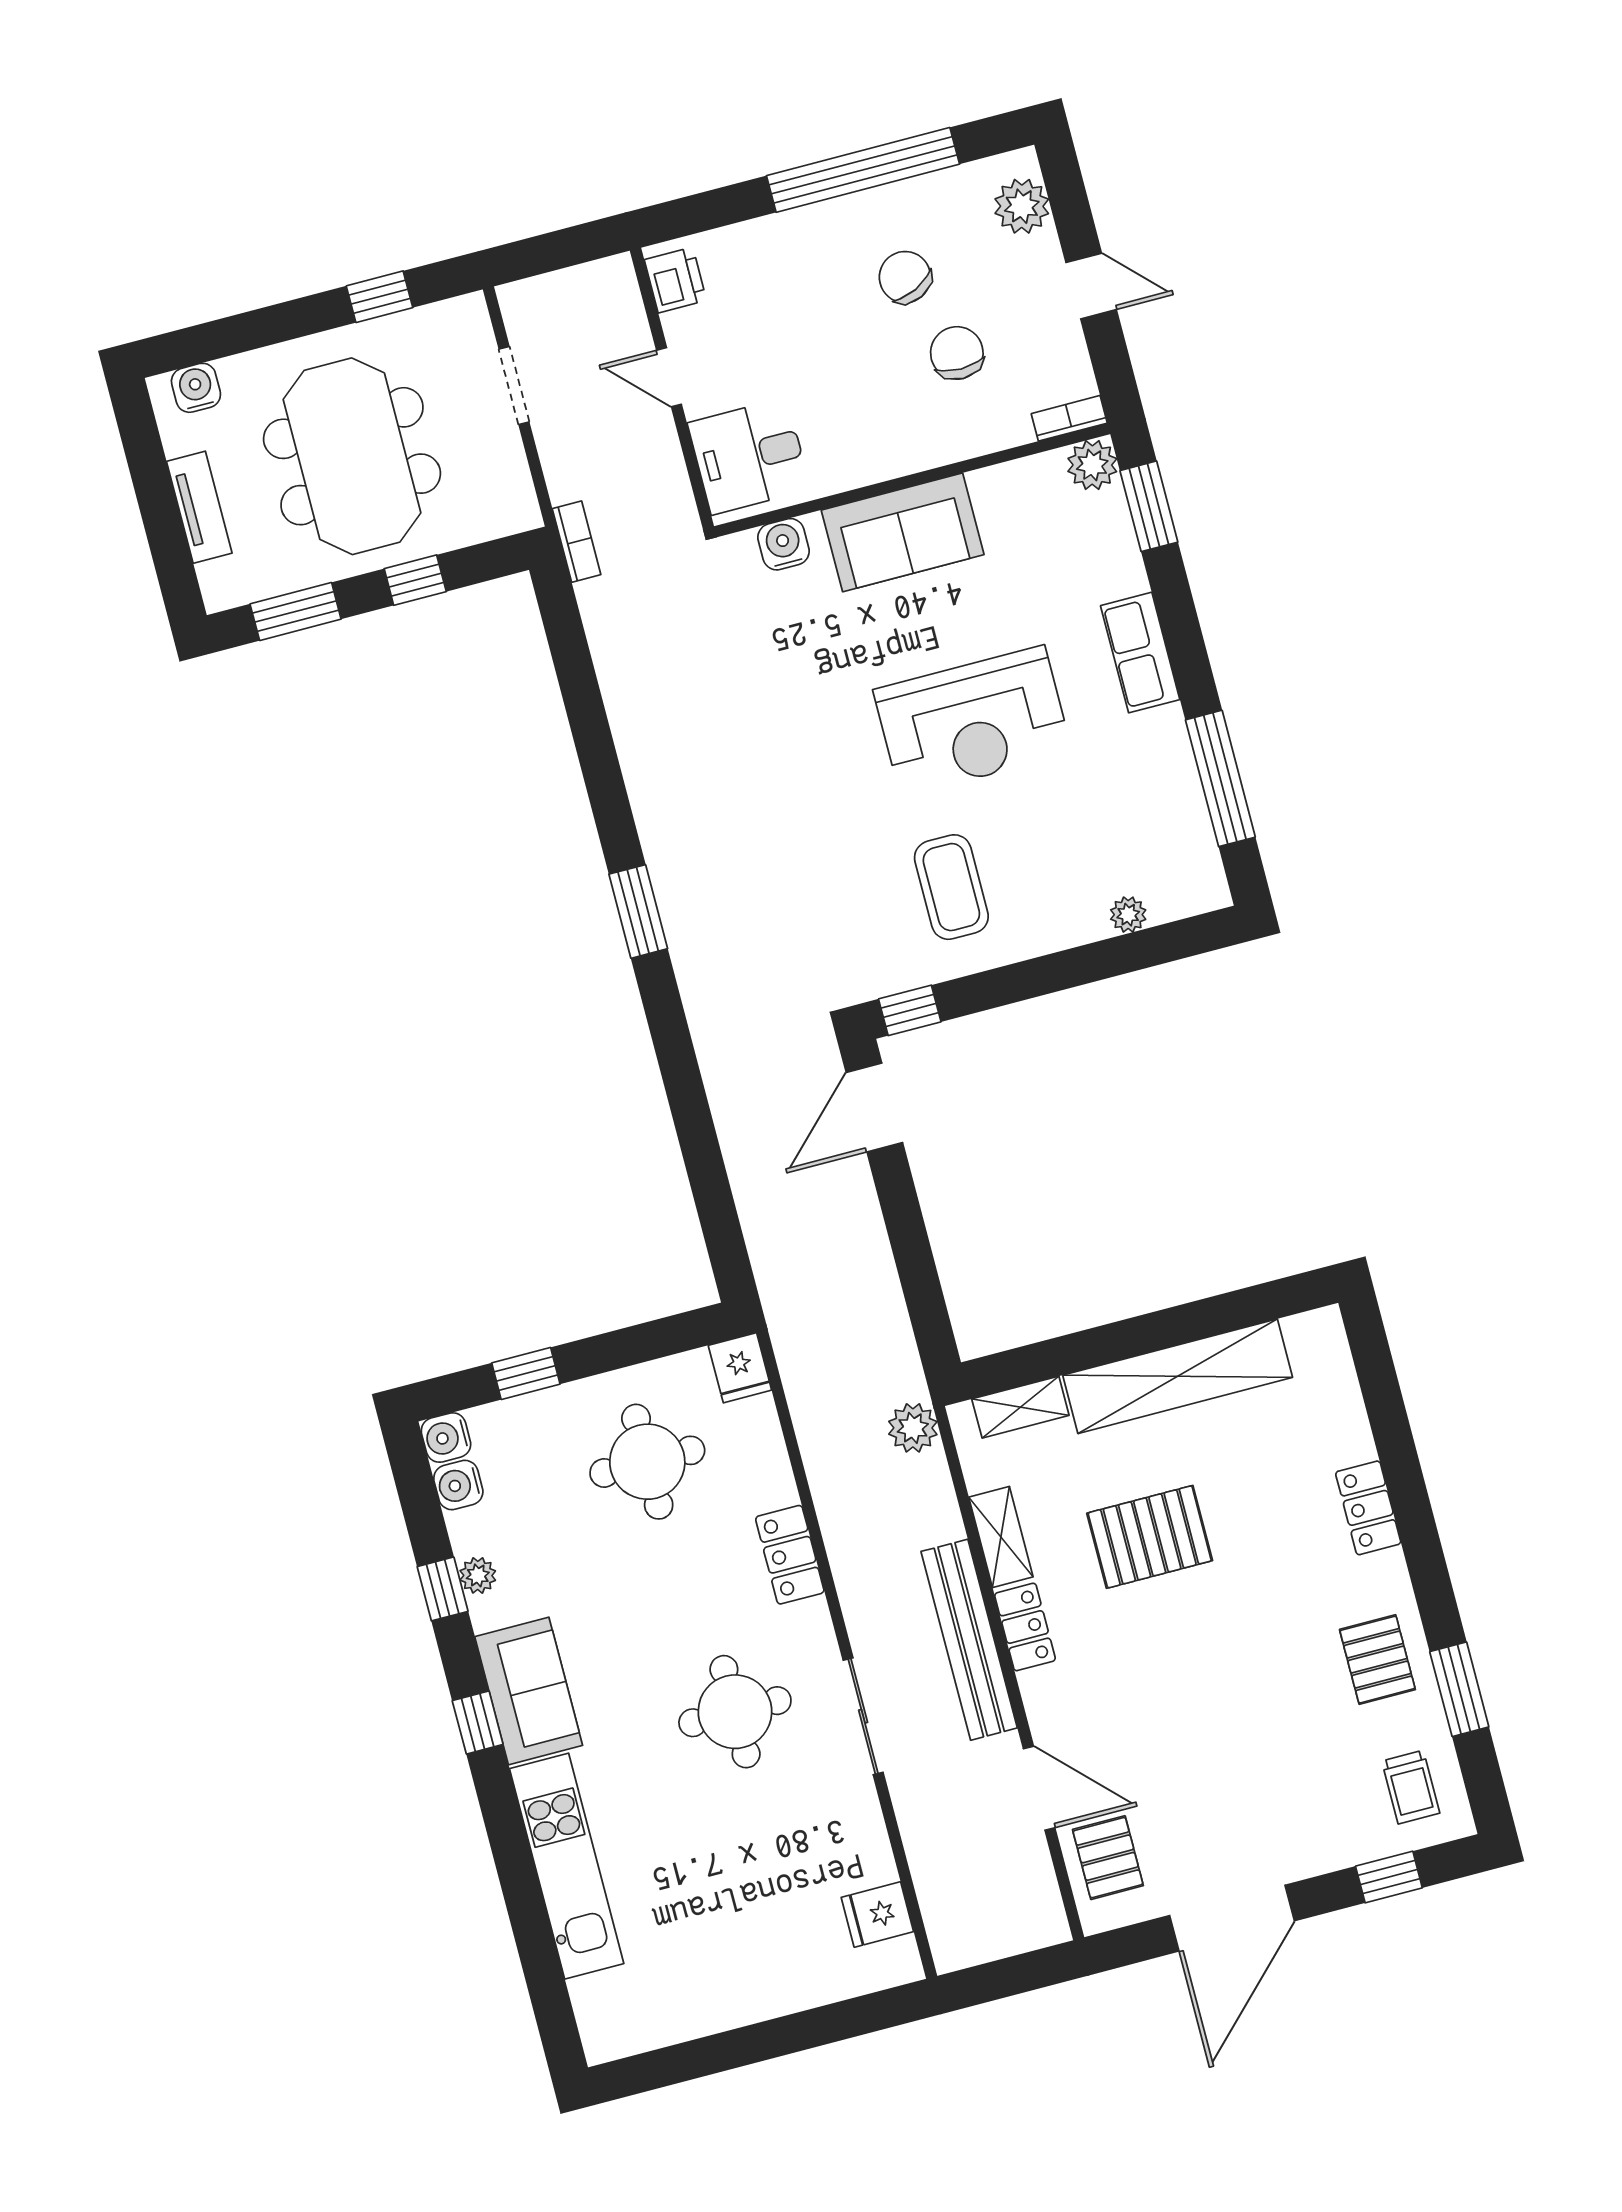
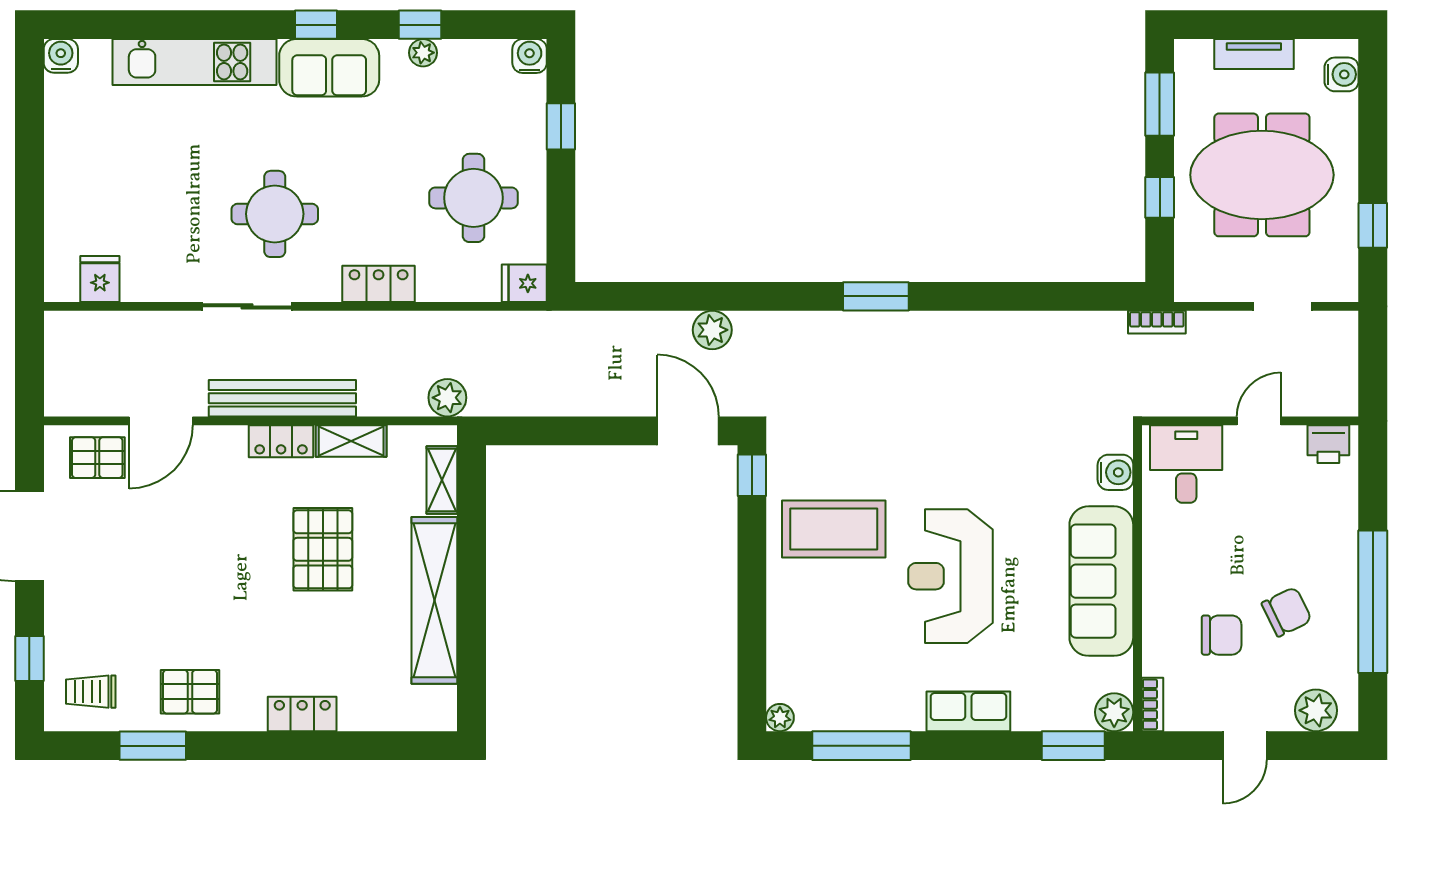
sofa: (903, 532) -> (1101, 581), width x1.36
coffee table: (951, 887) -> (834, 529), width x1.36, depth x1.32
plant: (1128, 915) -> (780, 718), moved
plant: (737, 1110) -> (712, 330), added
water cooler: (458, 1485) -> (61, 56), moved

